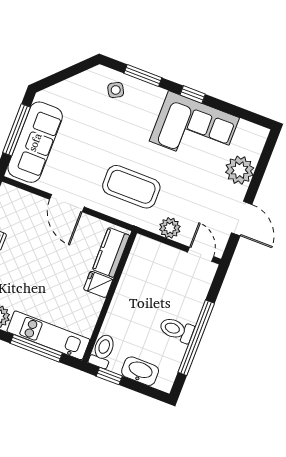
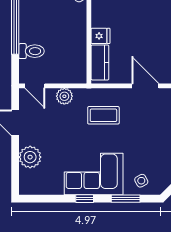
corner sofa: (194, 129) -> (94, 174), moved
coffee table: (131, 187) -> (103, 115), width x0.73, depth x0.76
toilet: (177, 330) -> (32, 51), moved

